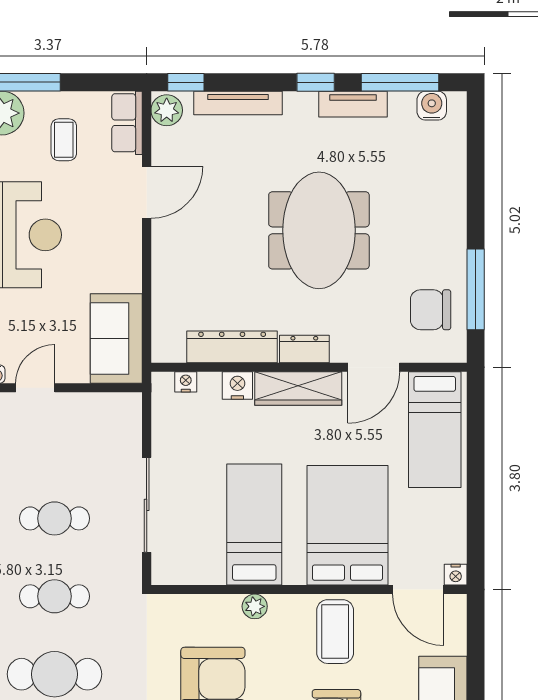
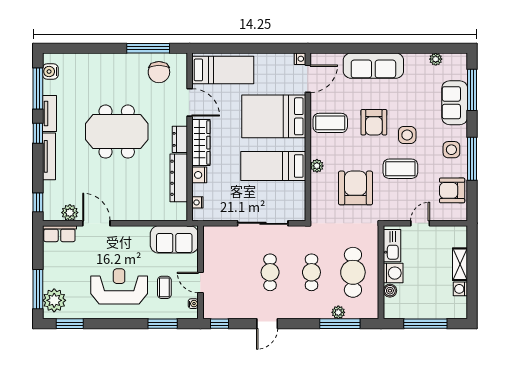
tv unit: (238, 103) -> (49, 156), moved
plant: (167, 110) -> (70, 213), moved
coffee table: (64, 140) -> (164, 287), moved, turned 90

